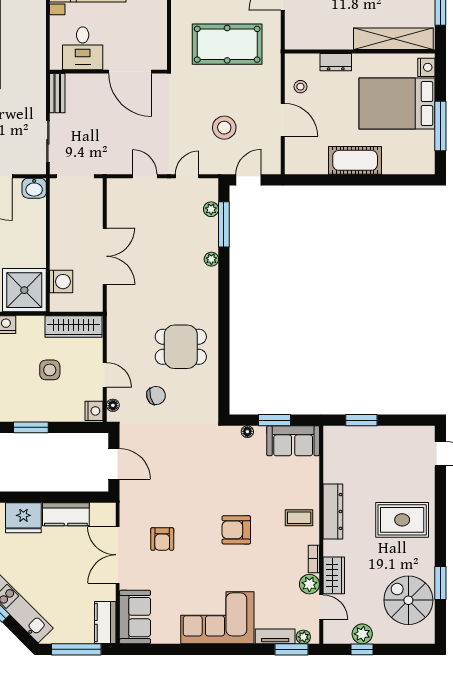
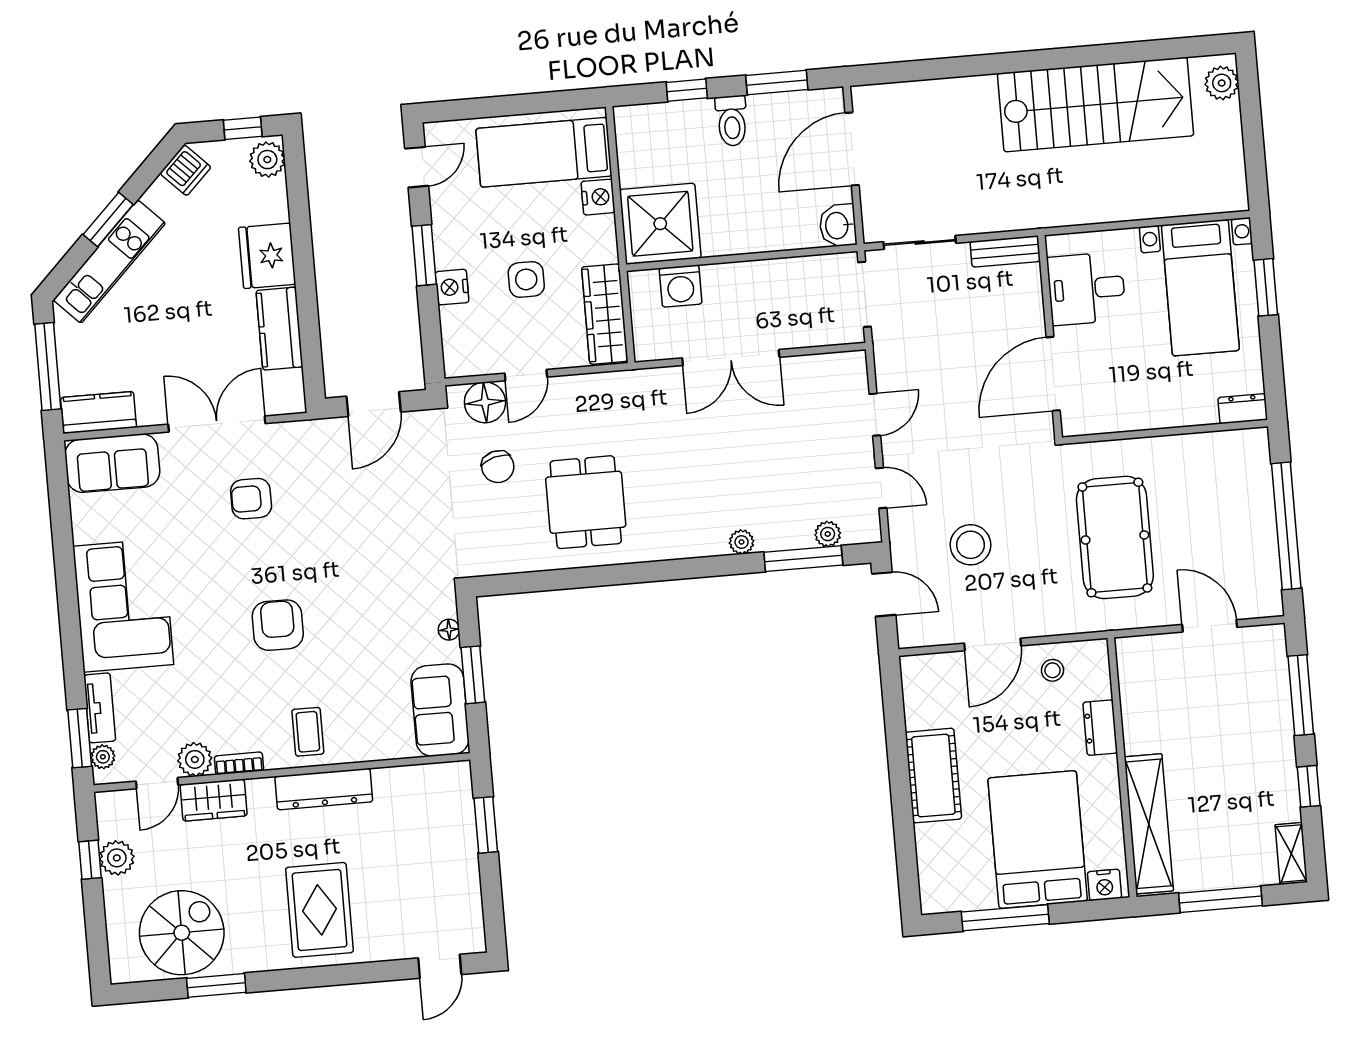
floor lamp: (113, 405) -> (485, 402), width x1.89, depth x1.89
nightstand: (94, 411) -> (452, 287), moved, turned 90

